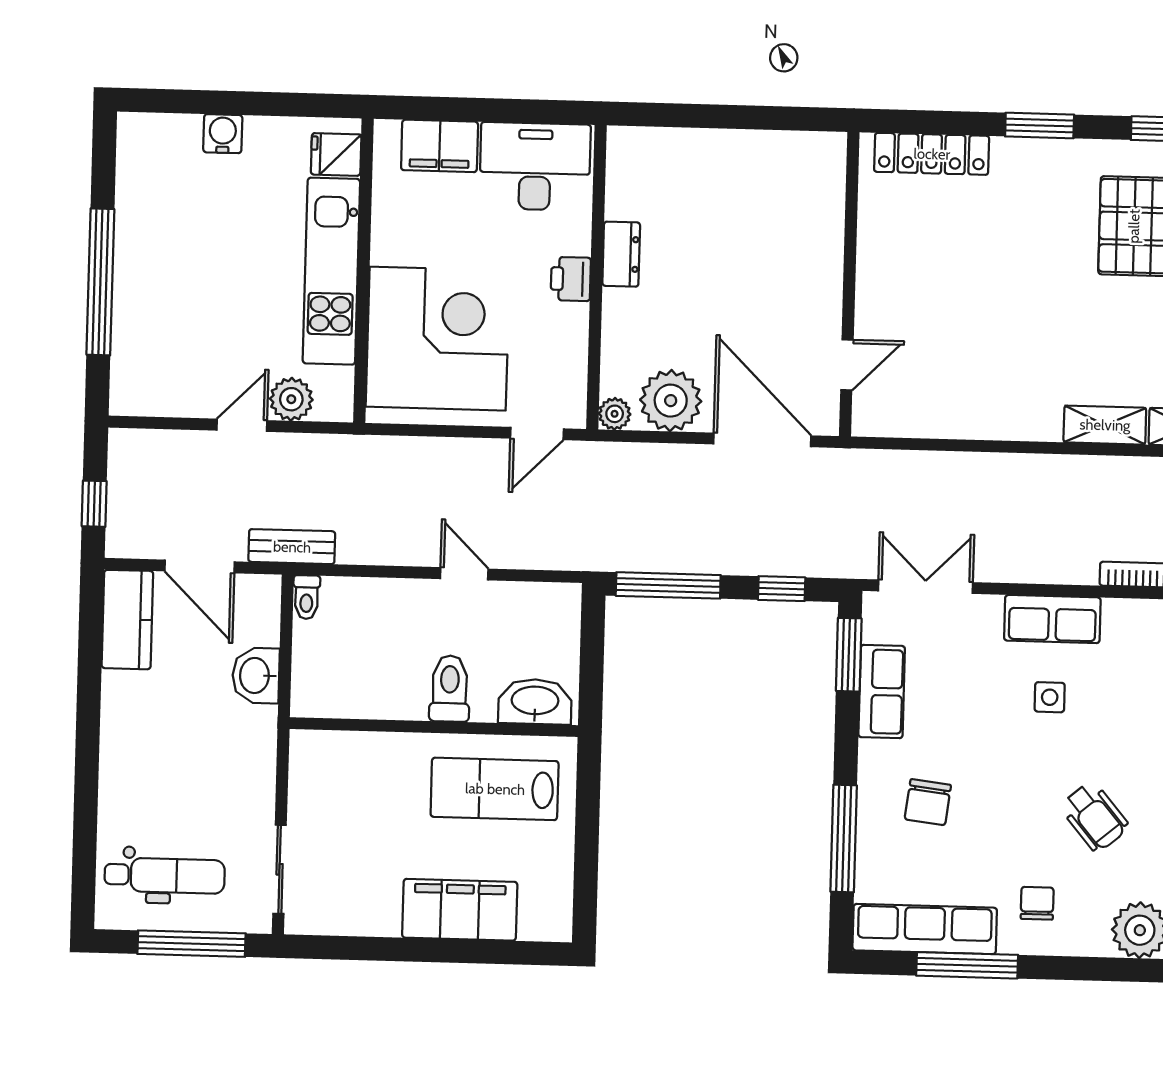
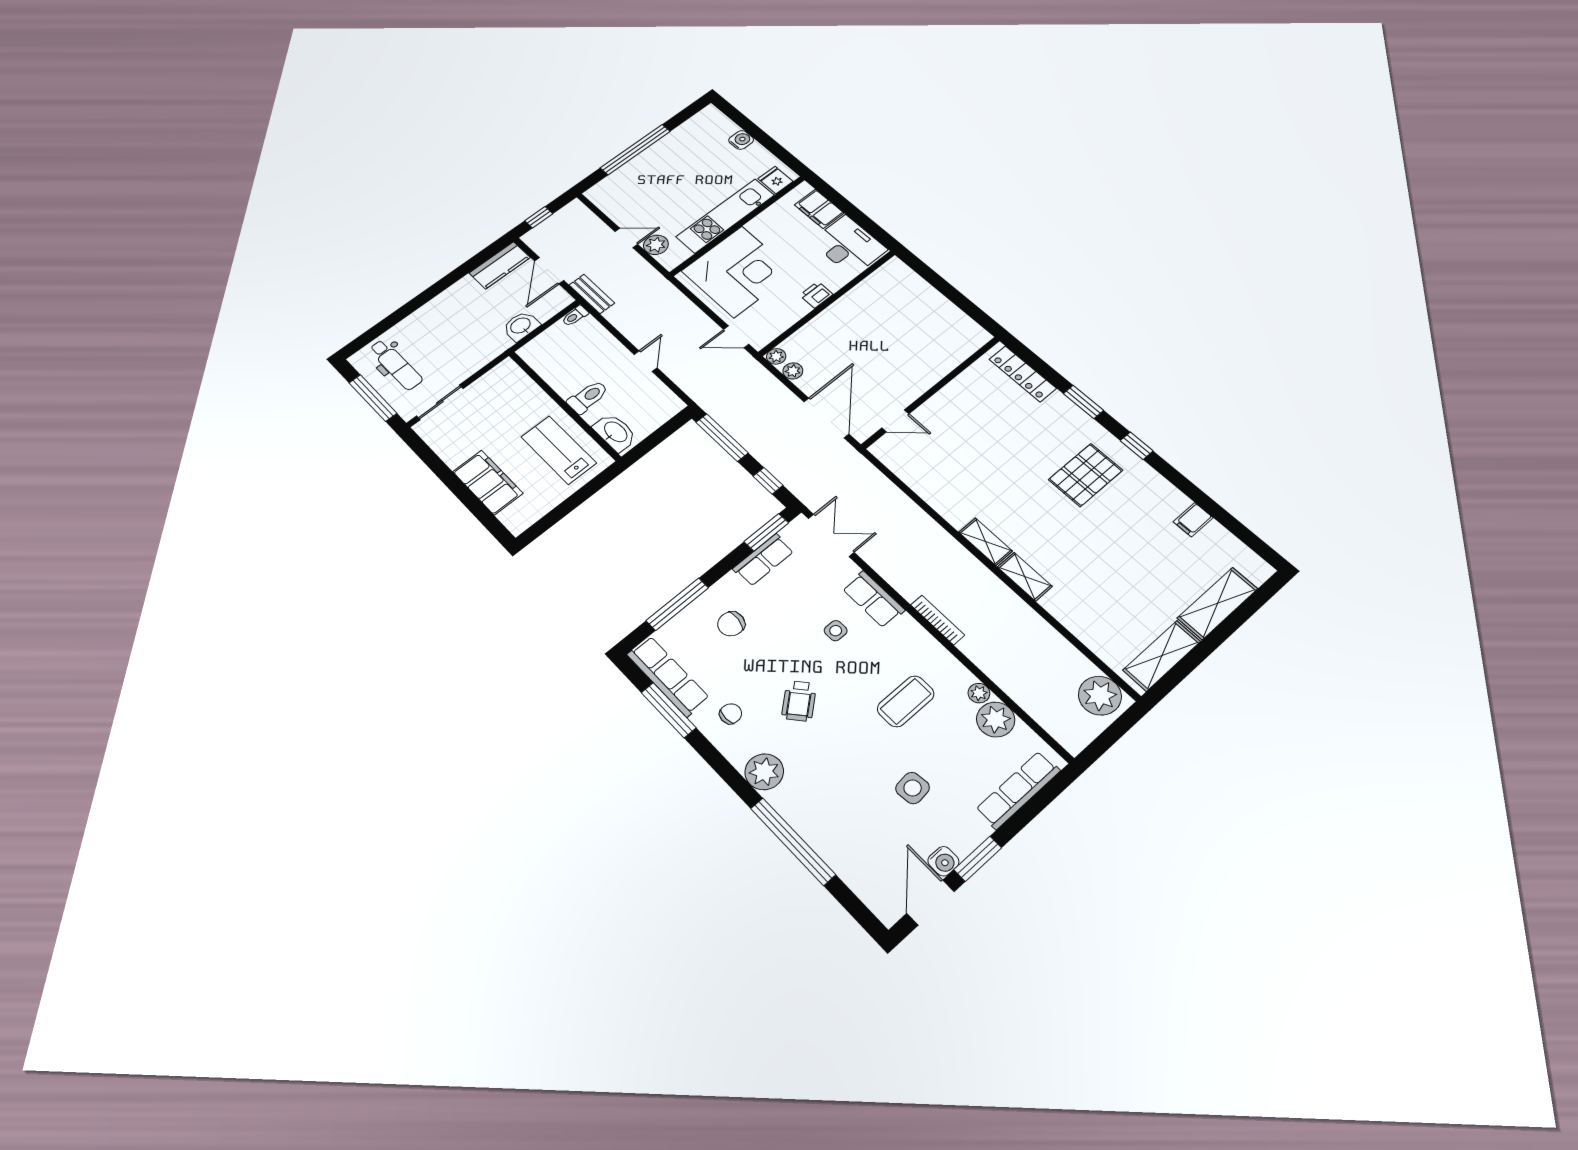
dresser: (621, 254) -> (847, 303), removed
plant: (671, 401) -> (793, 371), width x0.53, depth x0.53

